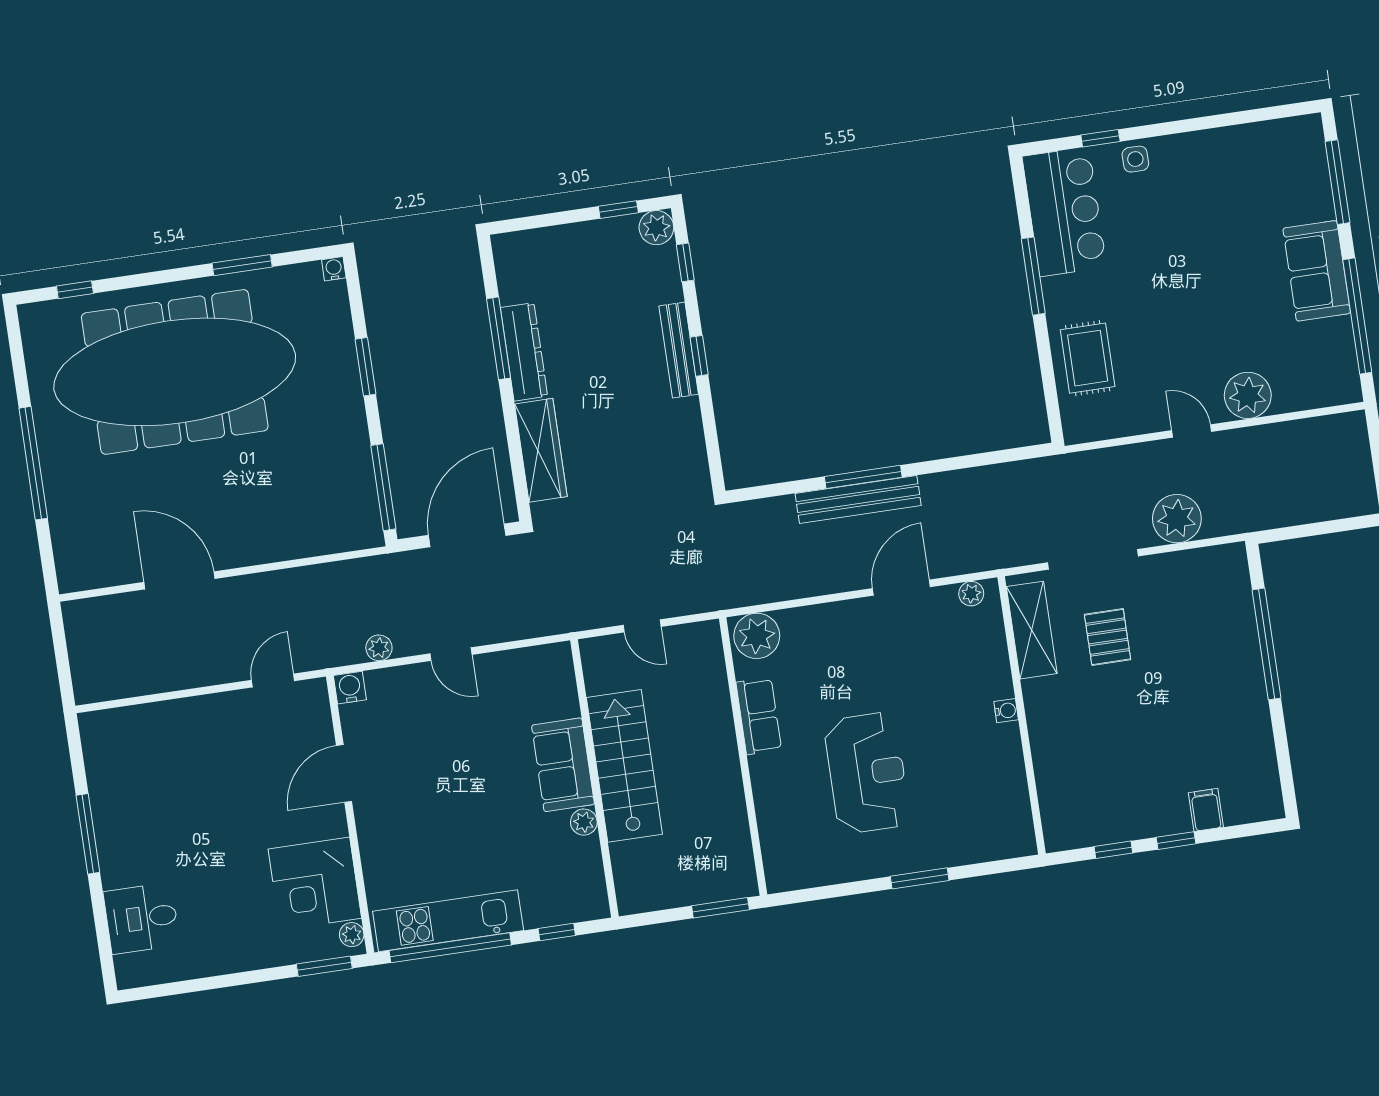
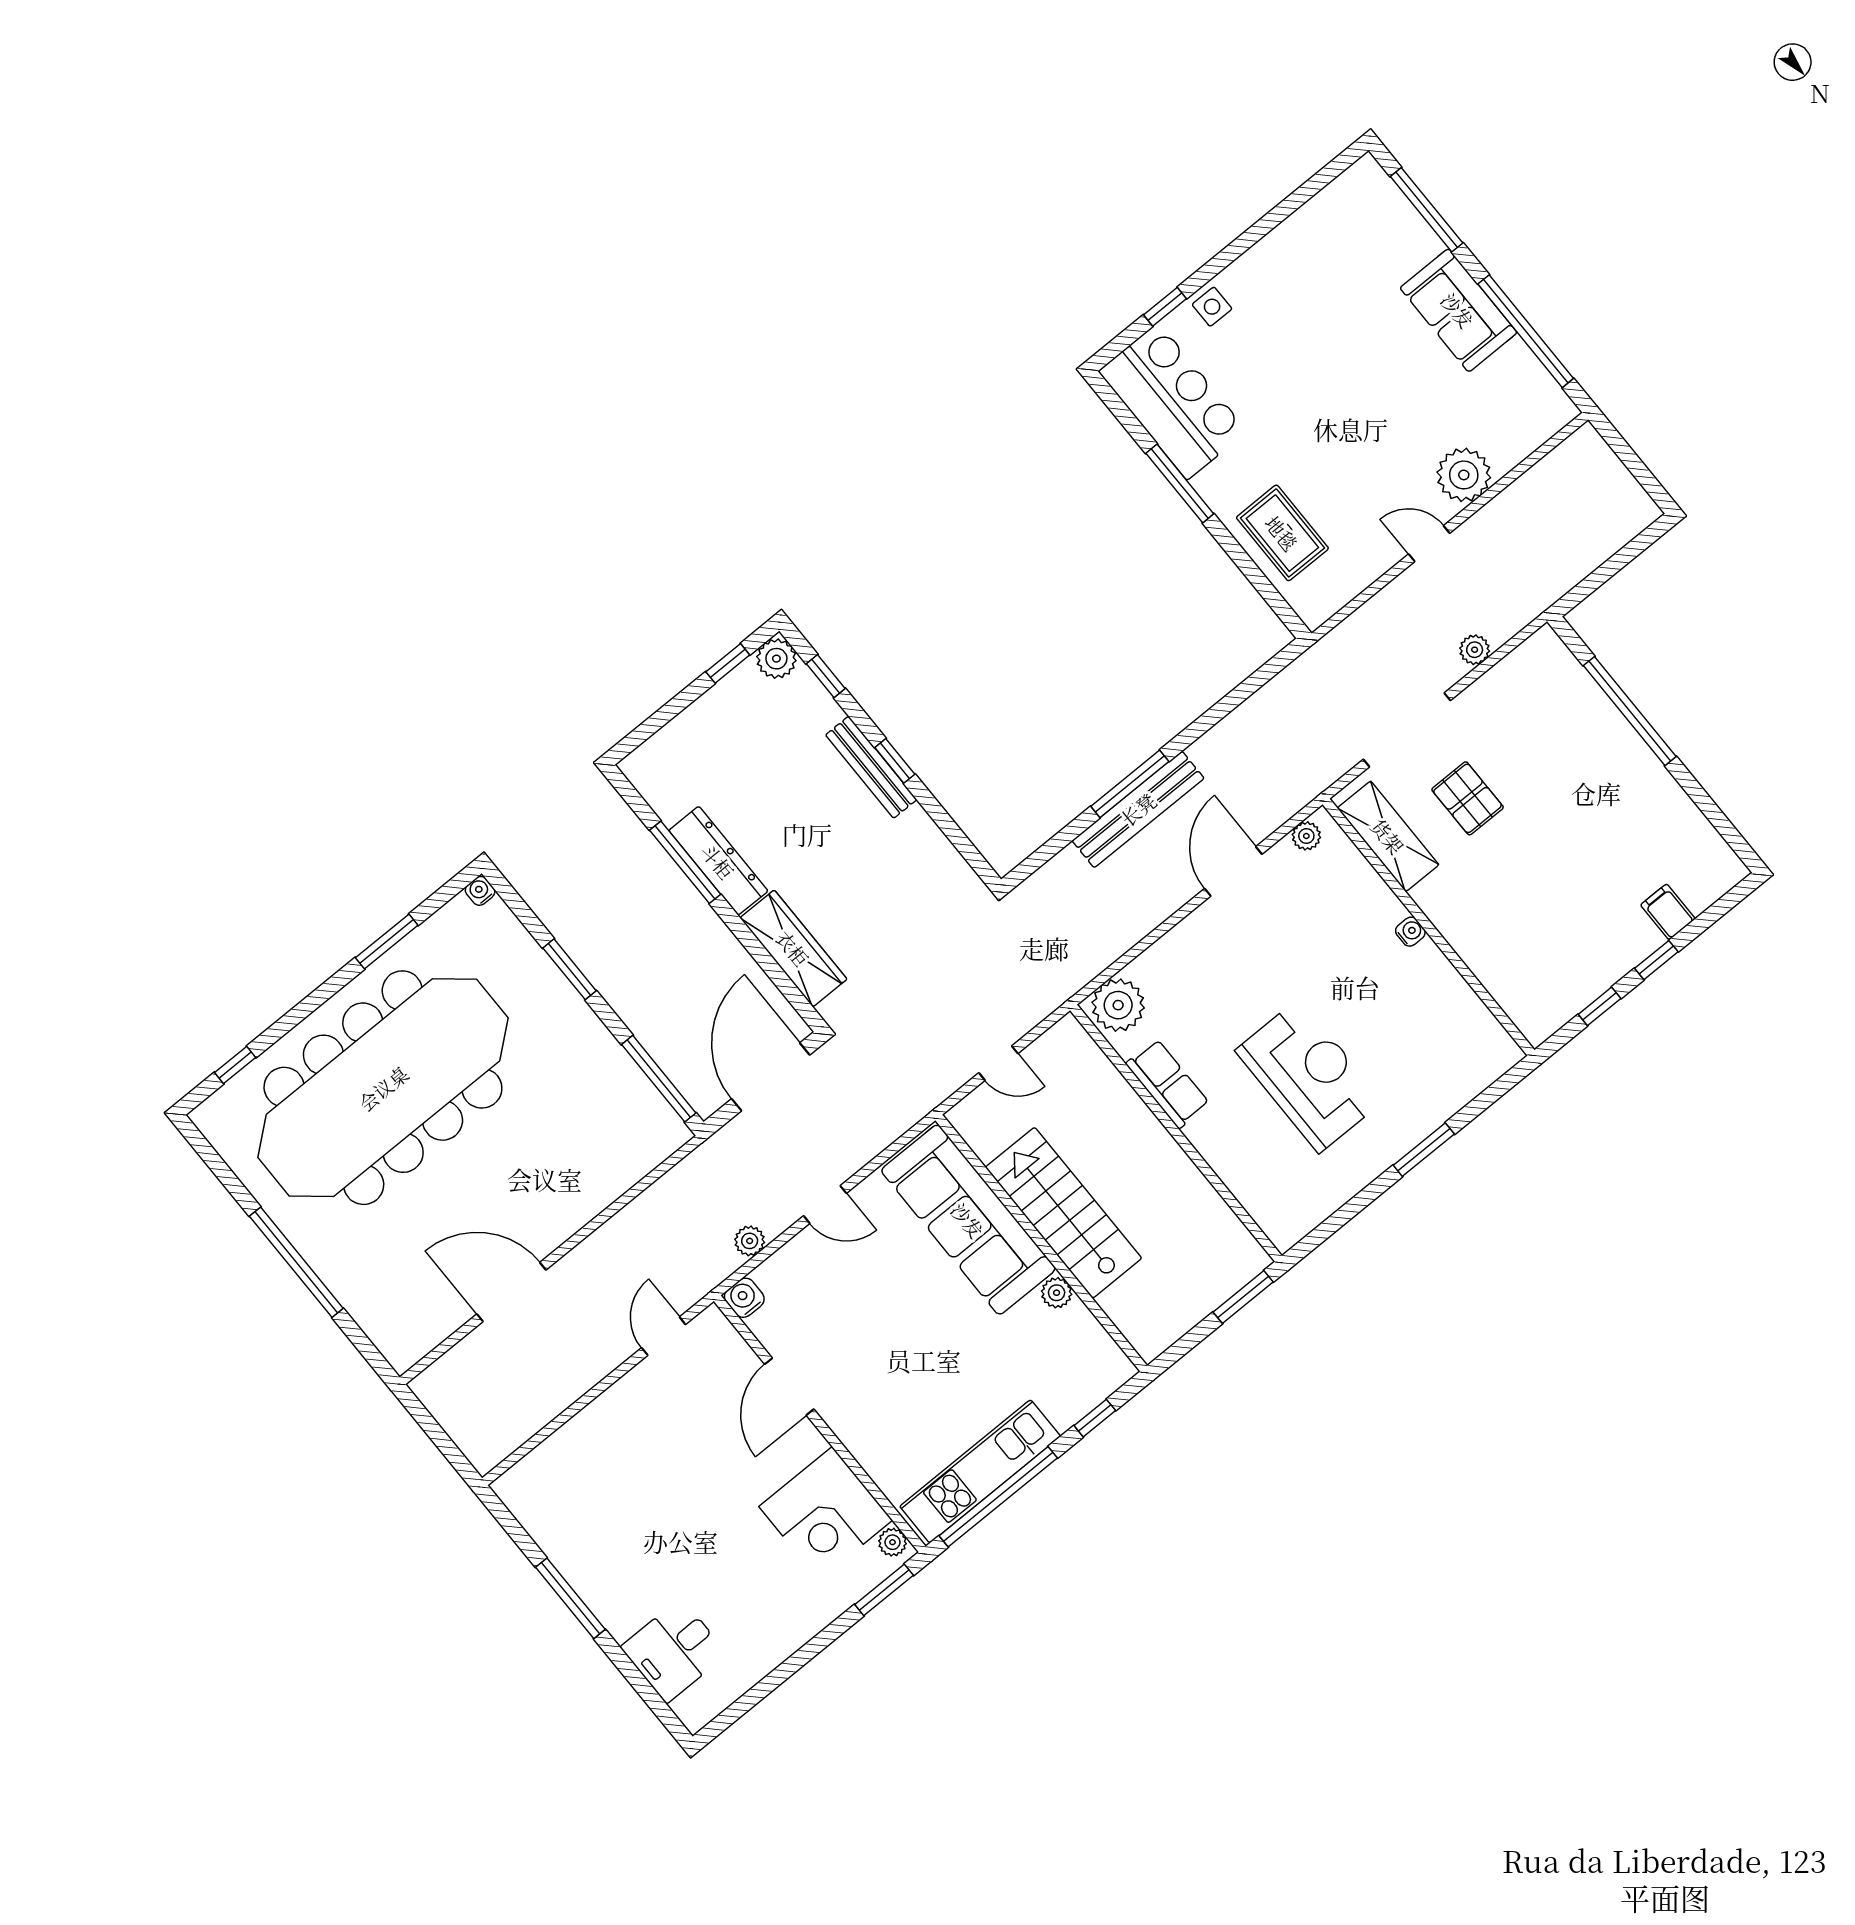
plant: (1177, 519) -> (1475, 650), width x0.53, depth x0.53
sofa: (563, 765) -> (968, 1220), width x1.85, depth x1.27

